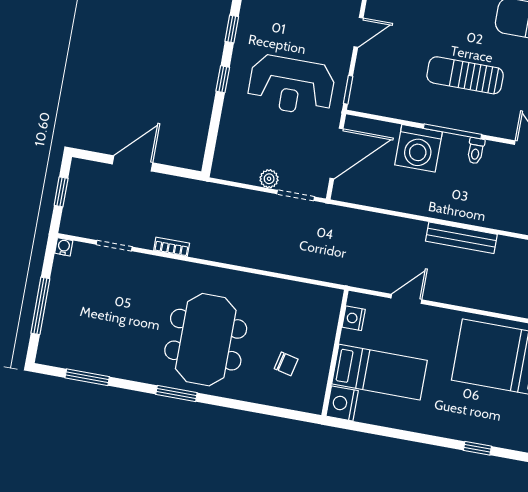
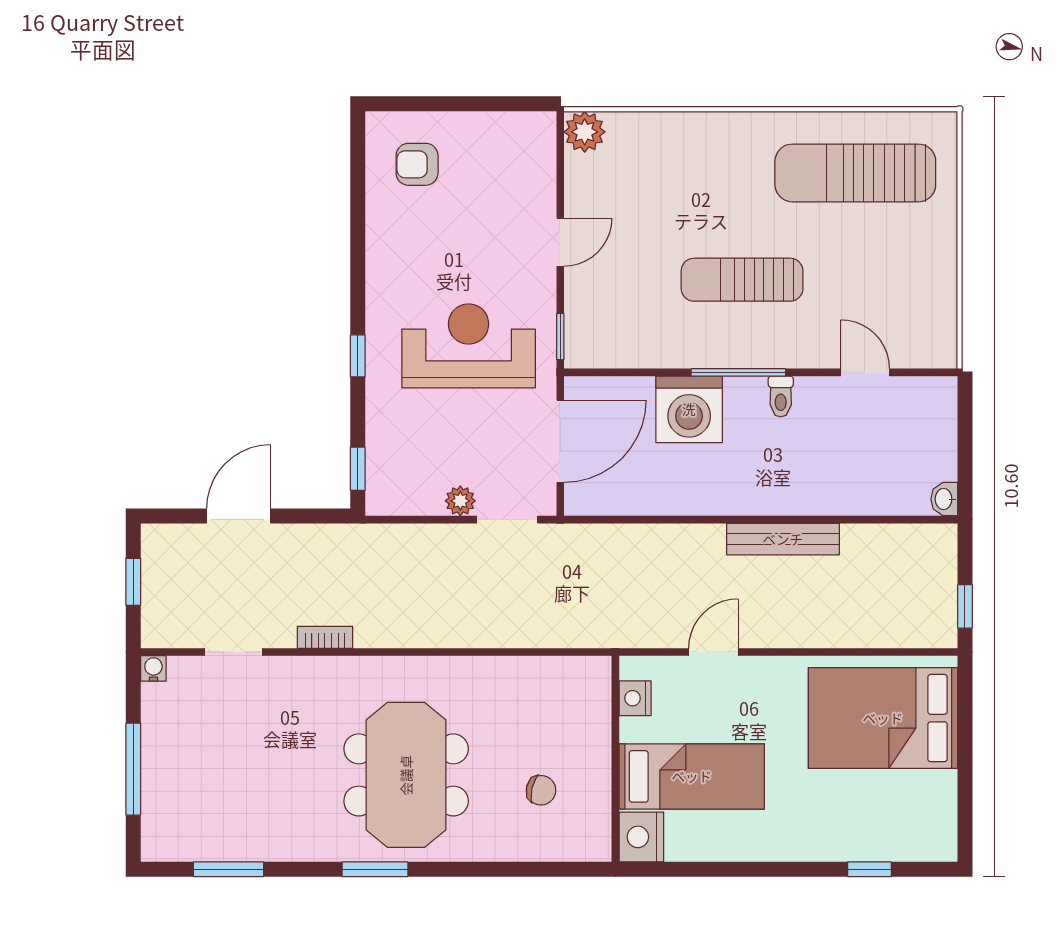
window: (232, 29) -> (358, 469), moved
reception desk: (291, 85) -> (469, 346), turned 180

